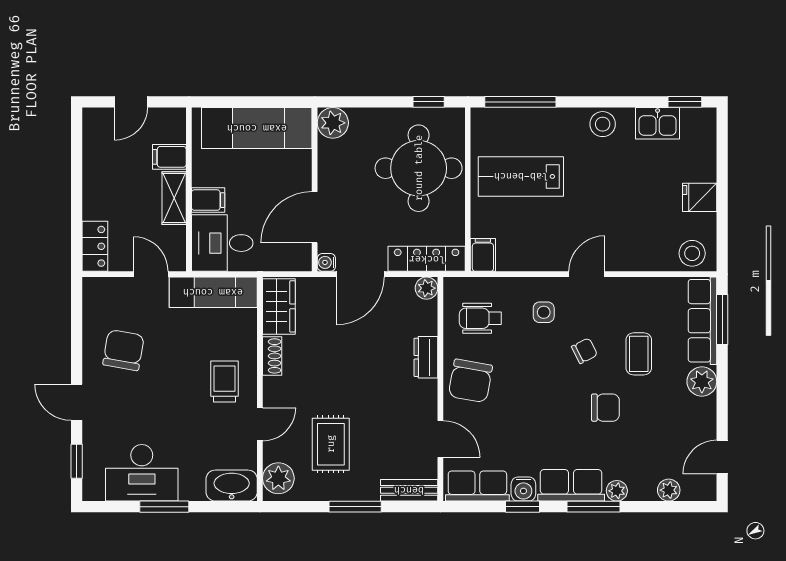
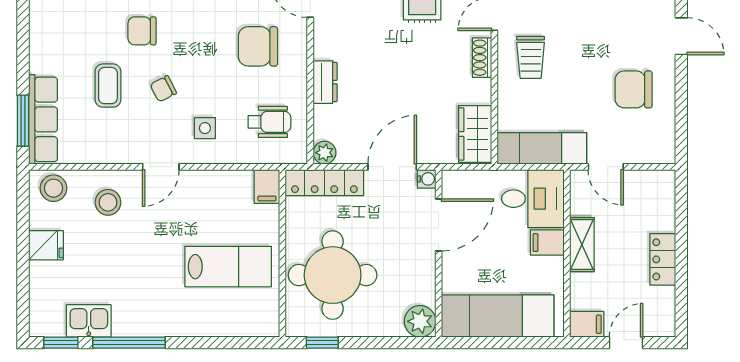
window: (520, 102) -> (129, 343), moved
stool: (603, 124) -> (108, 202), moved
filing cabinet: (169, 157) -> (587, 324), moved
locker: (95, 246) -> (663, 259), moved
chair: (124, 350) -> (634, 89), turned 80
shoe rack: (272, 356) -> (482, 58), moved
chair: (470, 381) -> (258, 46), moved, turned -100
plant: (702, 381) -> (44, 57), removed

